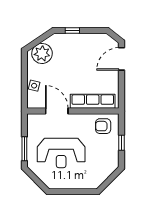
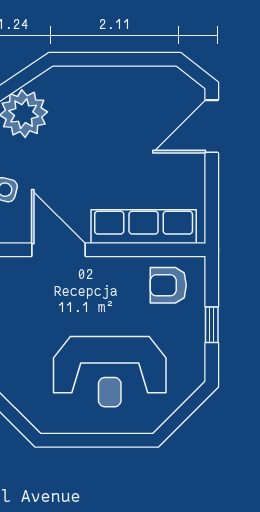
window: (72, 30) -> (96, 59), removed
reception desk: (61, 153) -> (110, 372), moved

